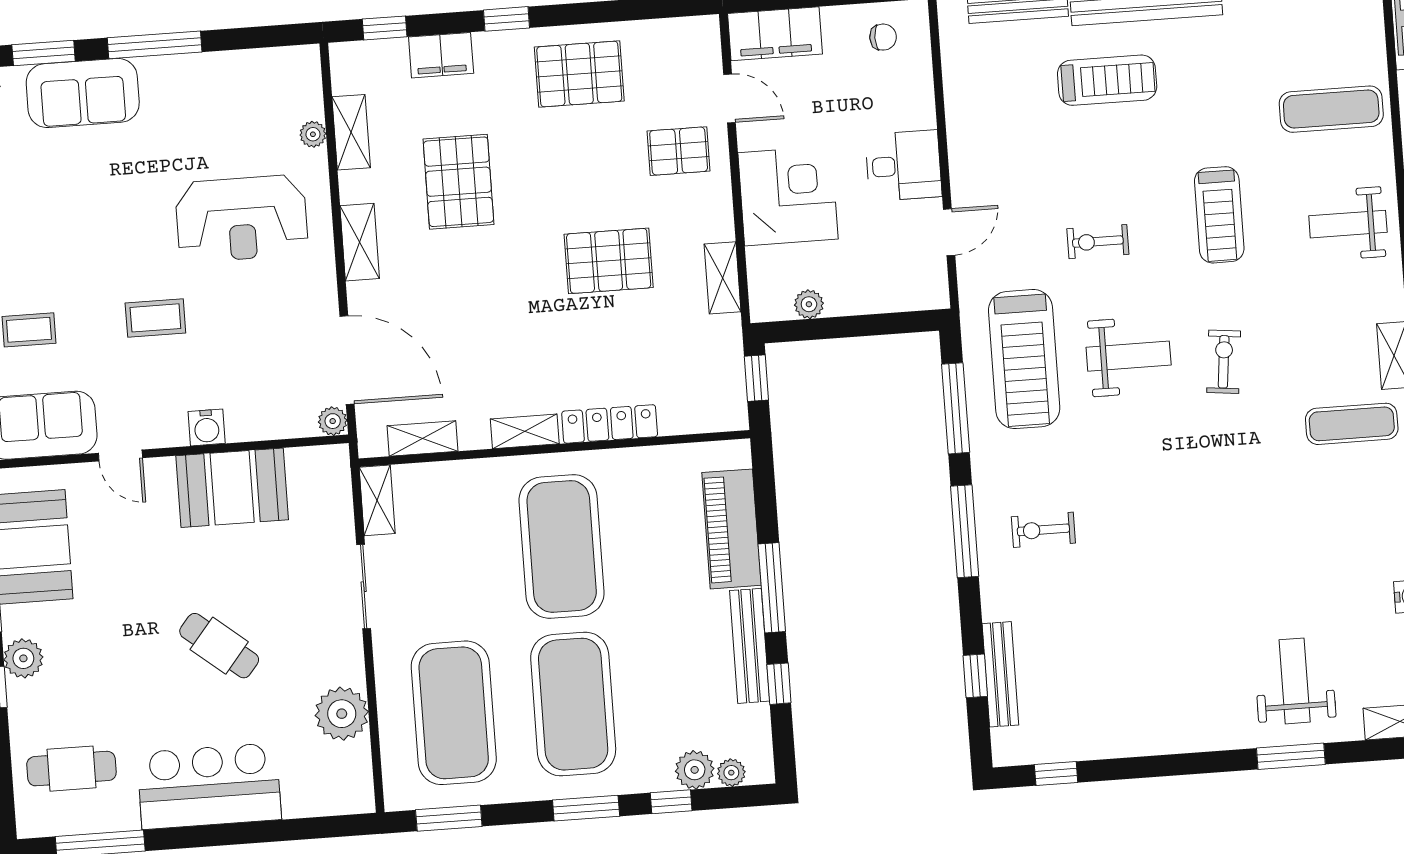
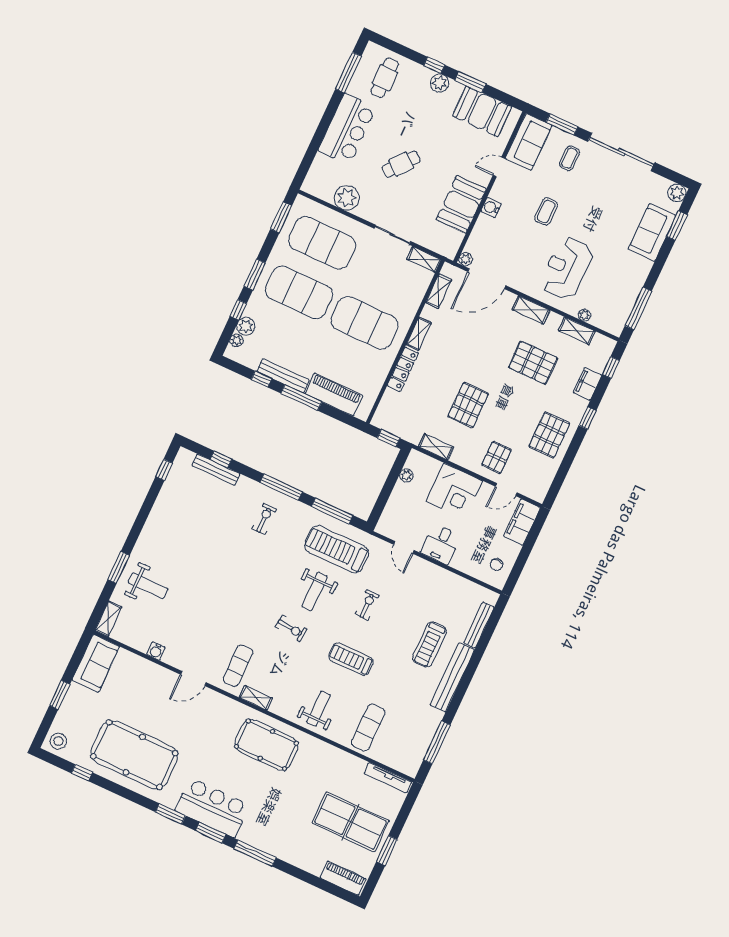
window: (155, 45) -> (638, 308), moved

